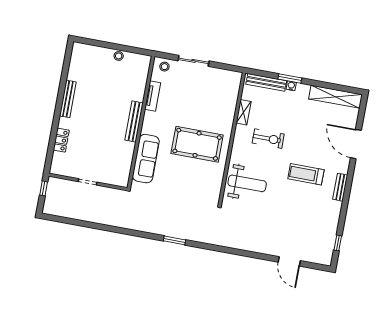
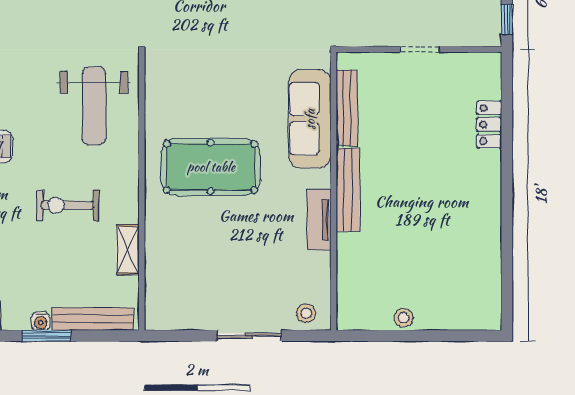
tv unit: (153, 96) -> (319, 220), moved
bench: (68, 99) -> (347, 108), moved
weight bench: (247, 183) -> (94, 106), turned -90

